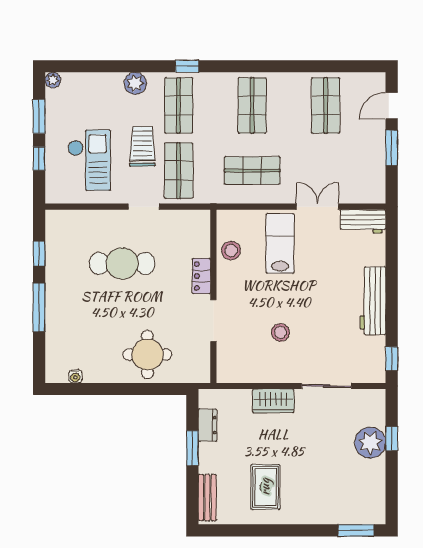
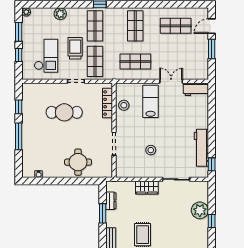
plant: (135, 83) -> (60, 14), moved
shop shelf: (326, 105) -> (176, 26), turned 90
locker: (201, 276) -> (108, 103), moved, width x1.53
workbench: (373, 301) -> (201, 148), moved
window: (392, 439) -> (212, 221), moved

